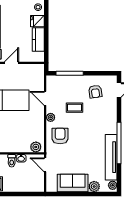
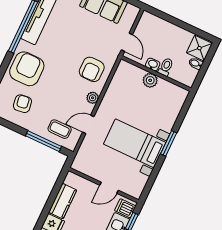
door: (45, 98) -> (88, 124), swing flipped
coffee table: (74, 108) -> (60, 129), moved
armchair: (103, 116) -> (27, 69), added
plant: (36, 147) -> (150, 80), moved

